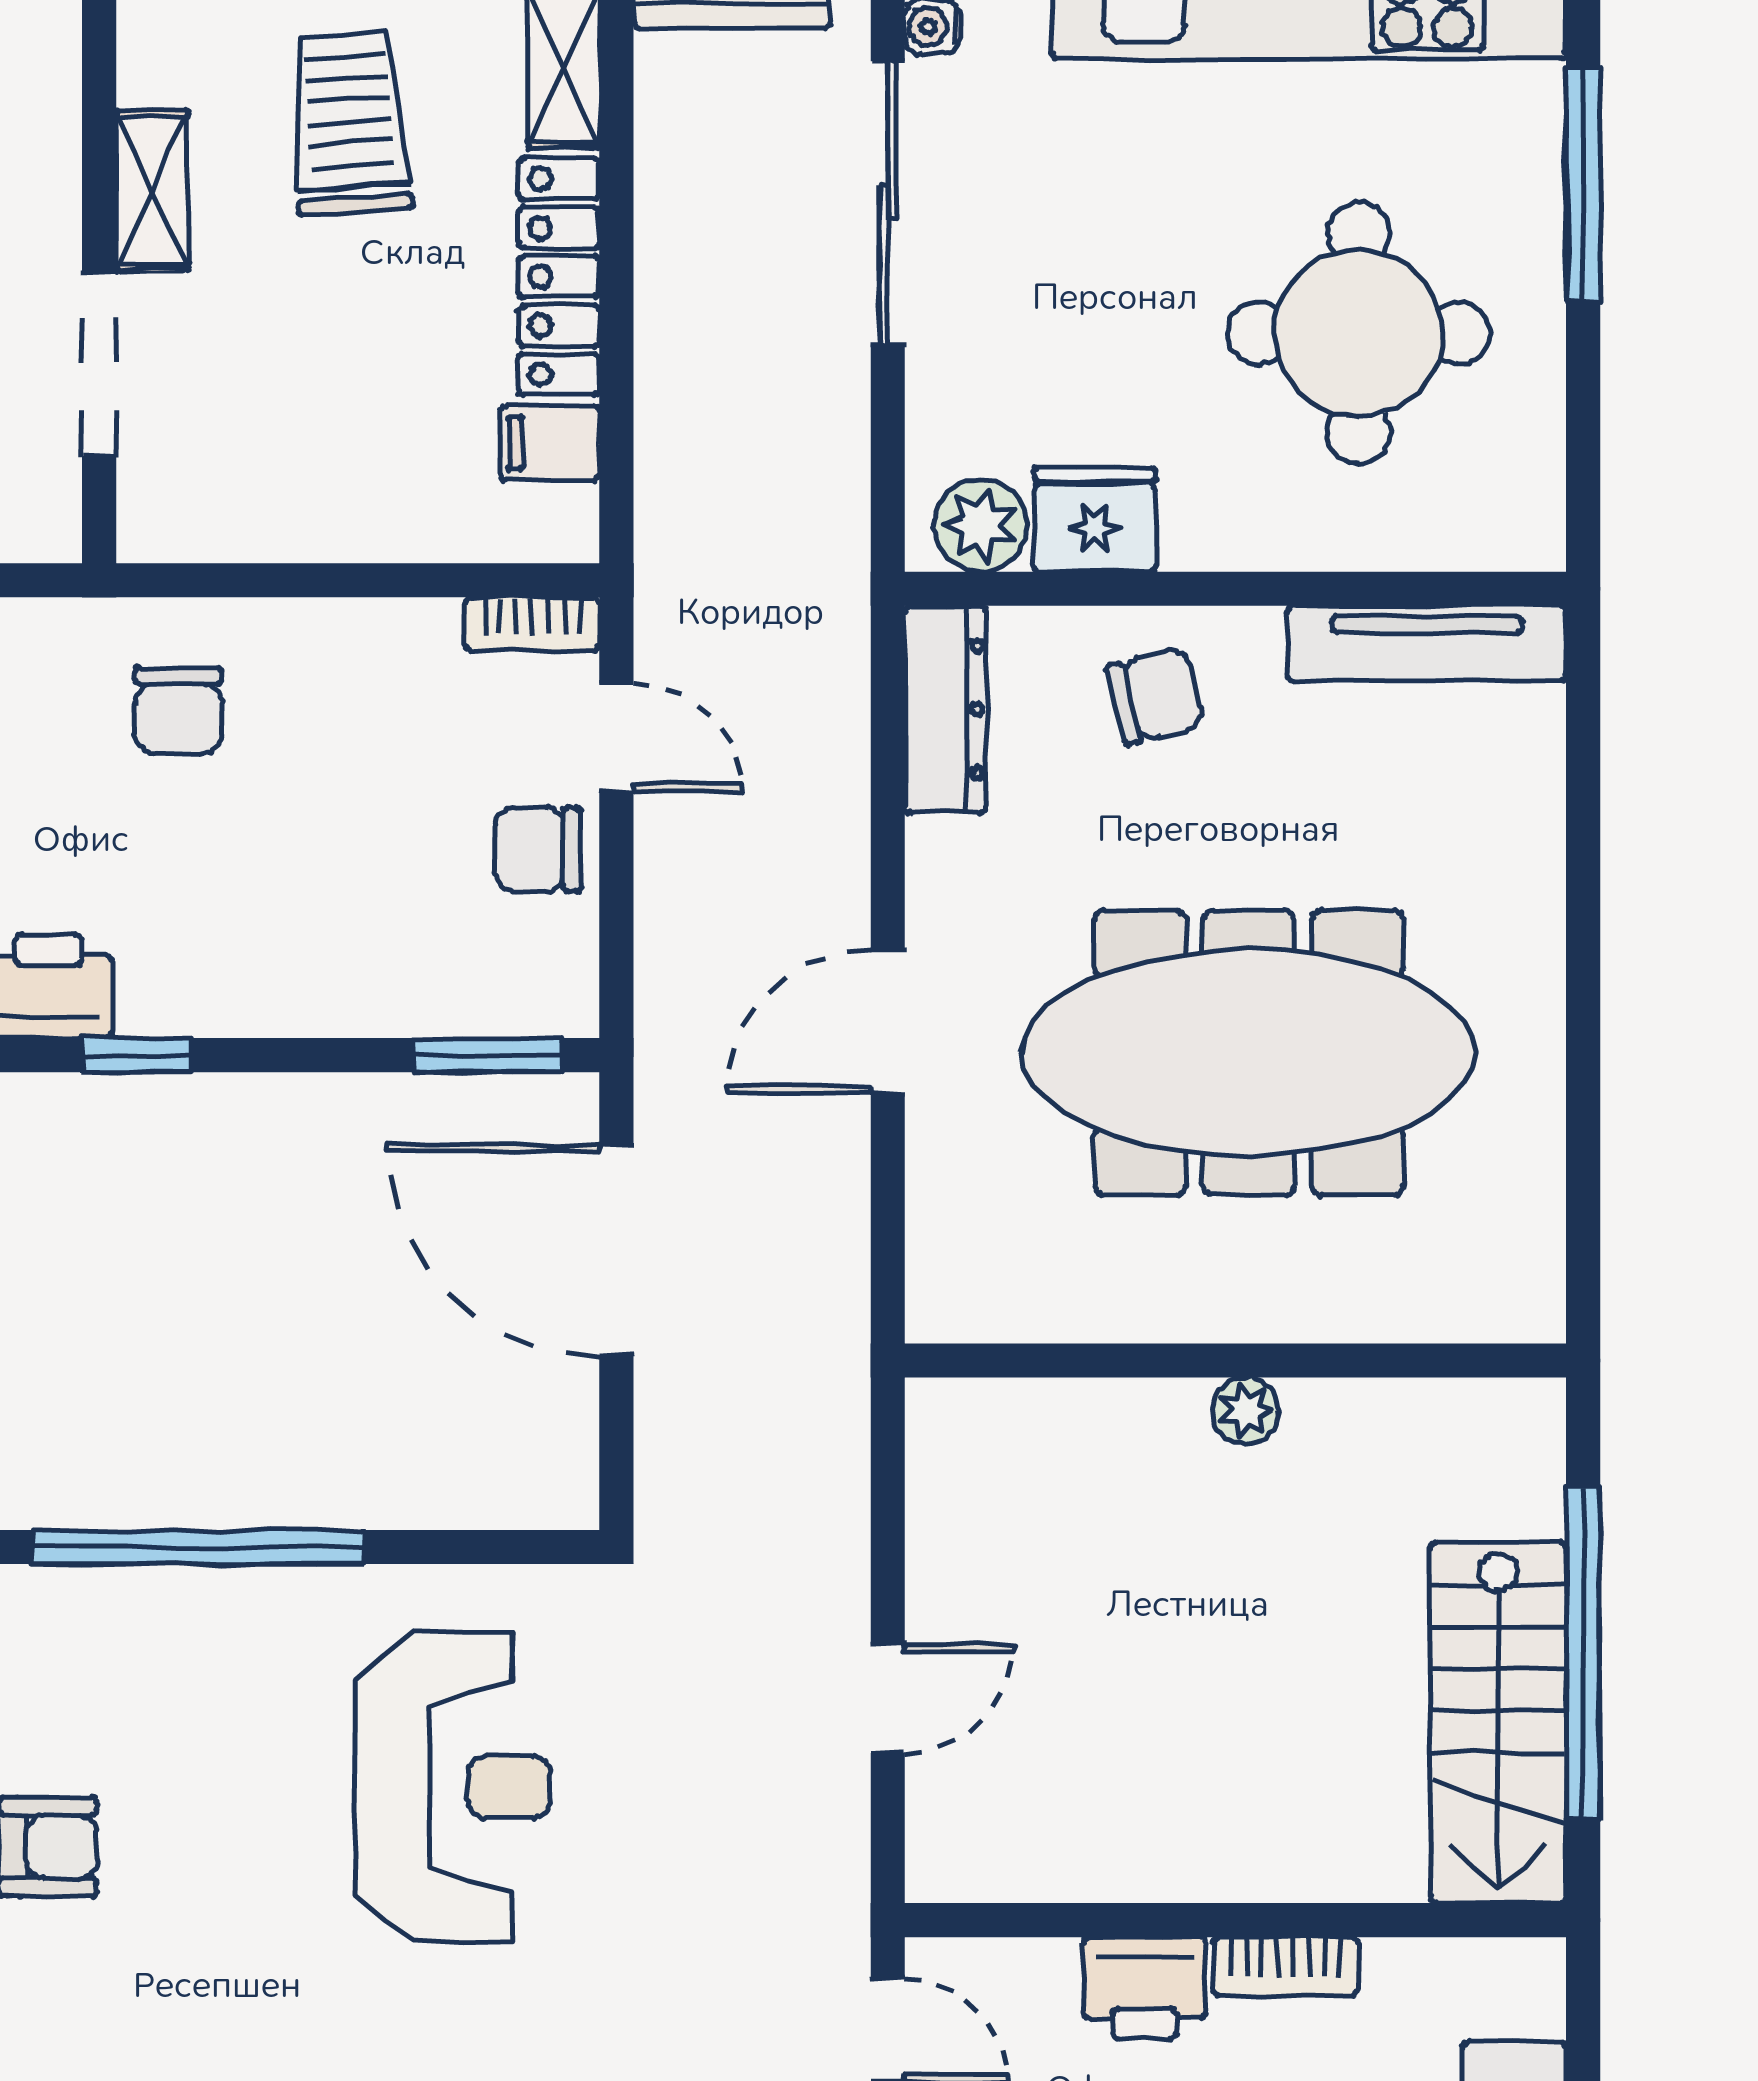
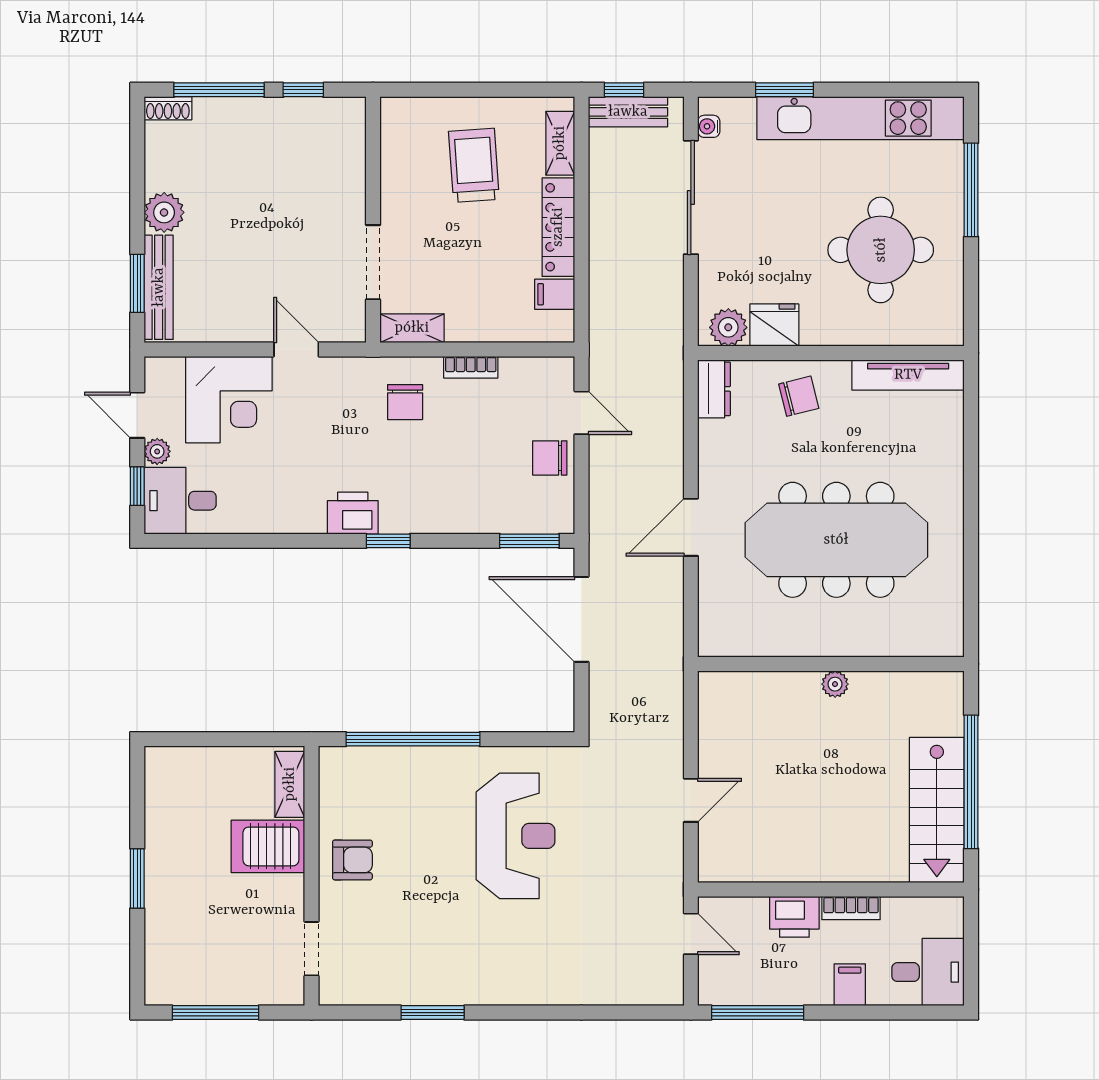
shelving: (152, 190) -> (412, 328), moved, turned 90
bookcase: (532, 624) -> (471, 367), moved
dresser: (945, 709) -> (714, 389), width x0.70

